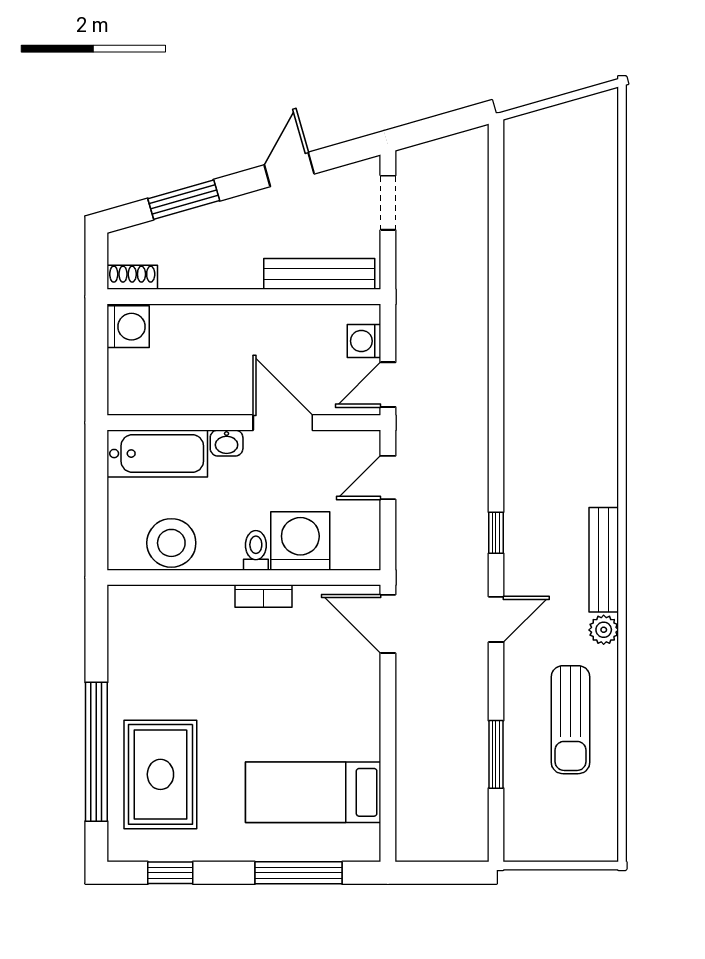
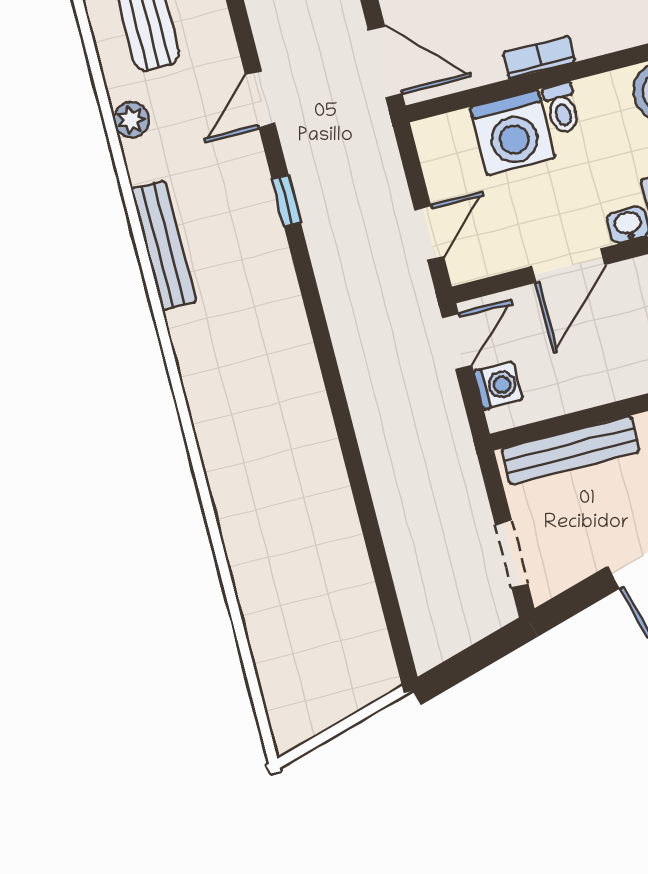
door: (283, 423) -> (569, 266), hinge flipped
bench: (604, 560) -> (164, 245), moved

